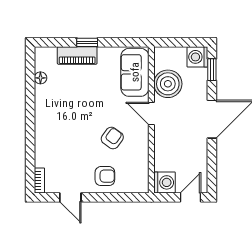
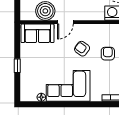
piano: (77, 55) -> (26, 72), removed
corner sofa: (57, 117) -> (68, 86), added

